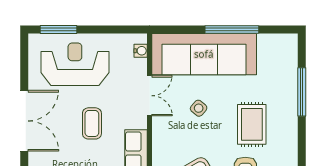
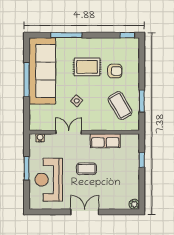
window: (58, 29) -> (27, 168), moved
sofa: (204, 54) -> (42, 71), moved
double door: (24, 121) -> (85, 212), width x0.73

